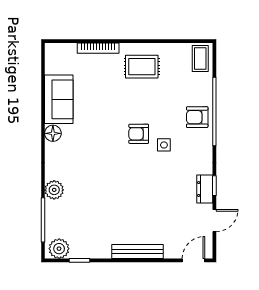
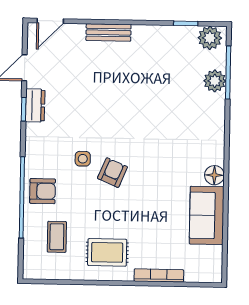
coffee table: (200, 59) -> (57, 237), moved
armchair: (139, 134) -> (112, 173), turned -67
plant: (54, 190) -> (215, 81), moved
bench: (137, 252) -> (108, 32), width x0.73

